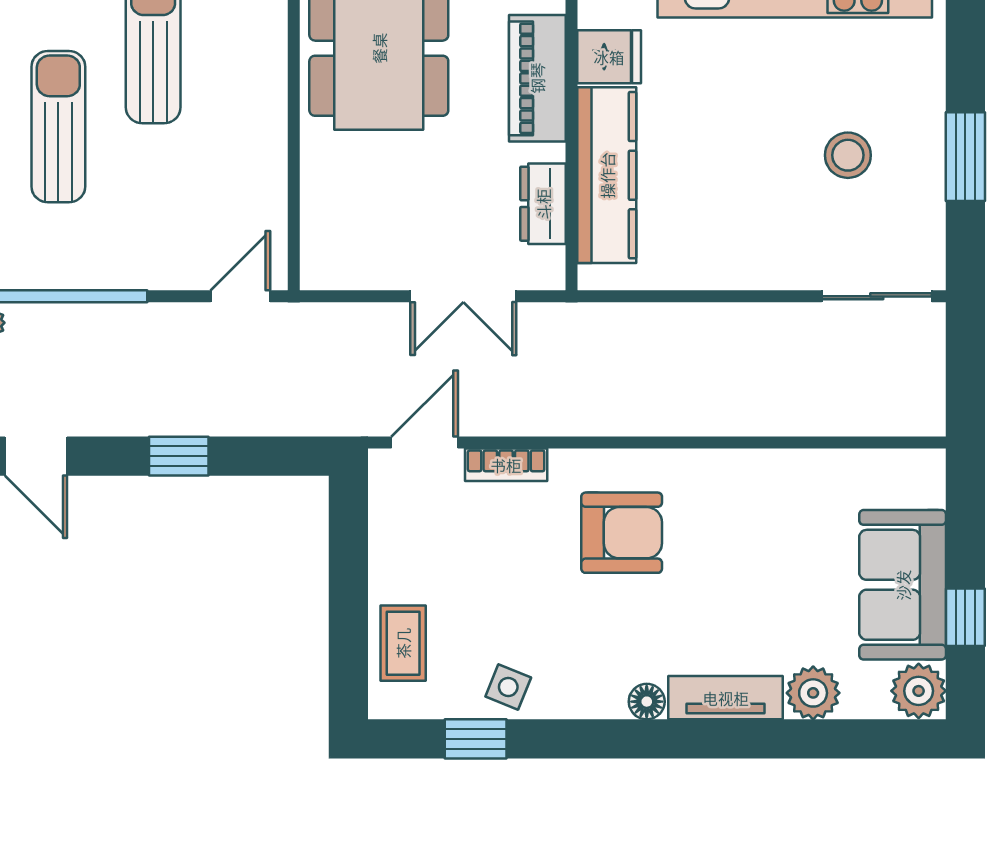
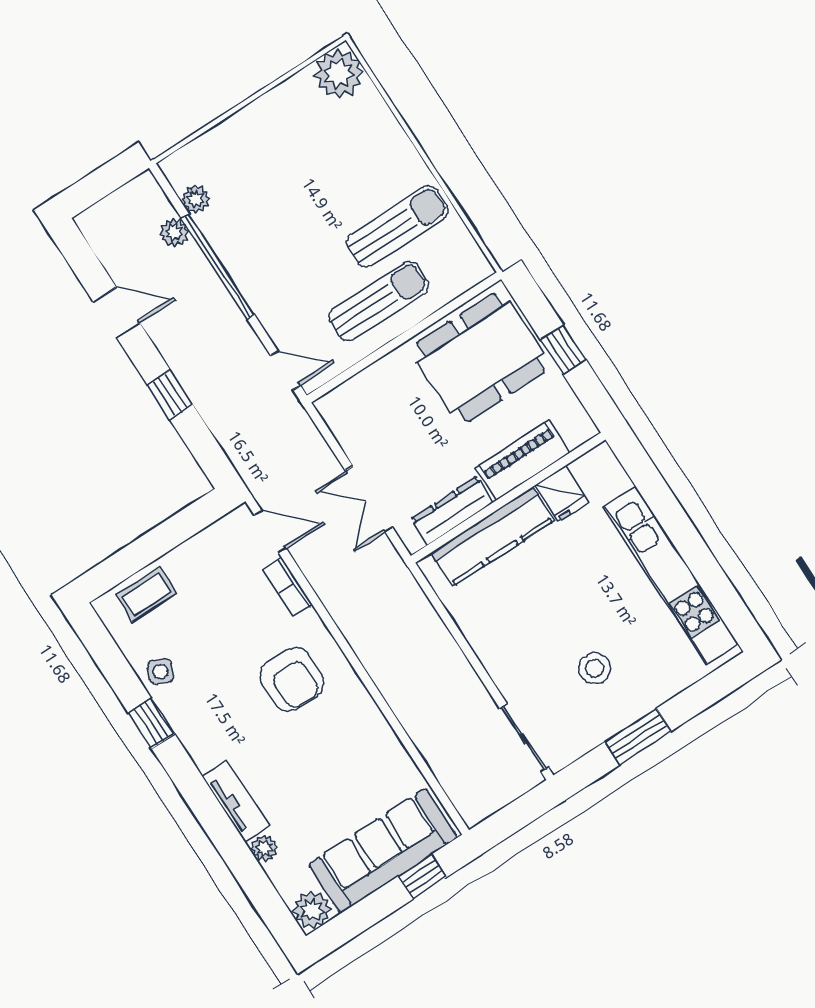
sun lounger: (58, 127) -> (379, 301), moved
dresser: (543, 204) -> (452, 510), width x1.44
door: (36, 456) -> (117, 313), swing flipped
sofa: (903, 585) -> (383, 851), width x1.36
window: (965, 617) -> (422, 877), moved
plant: (813, 693) -> (264, 848), width x0.73, depth x0.73
floor lamp: (647, 702) -> (204, 757), removed
window: (476, 739) -> (151, 723), moved

